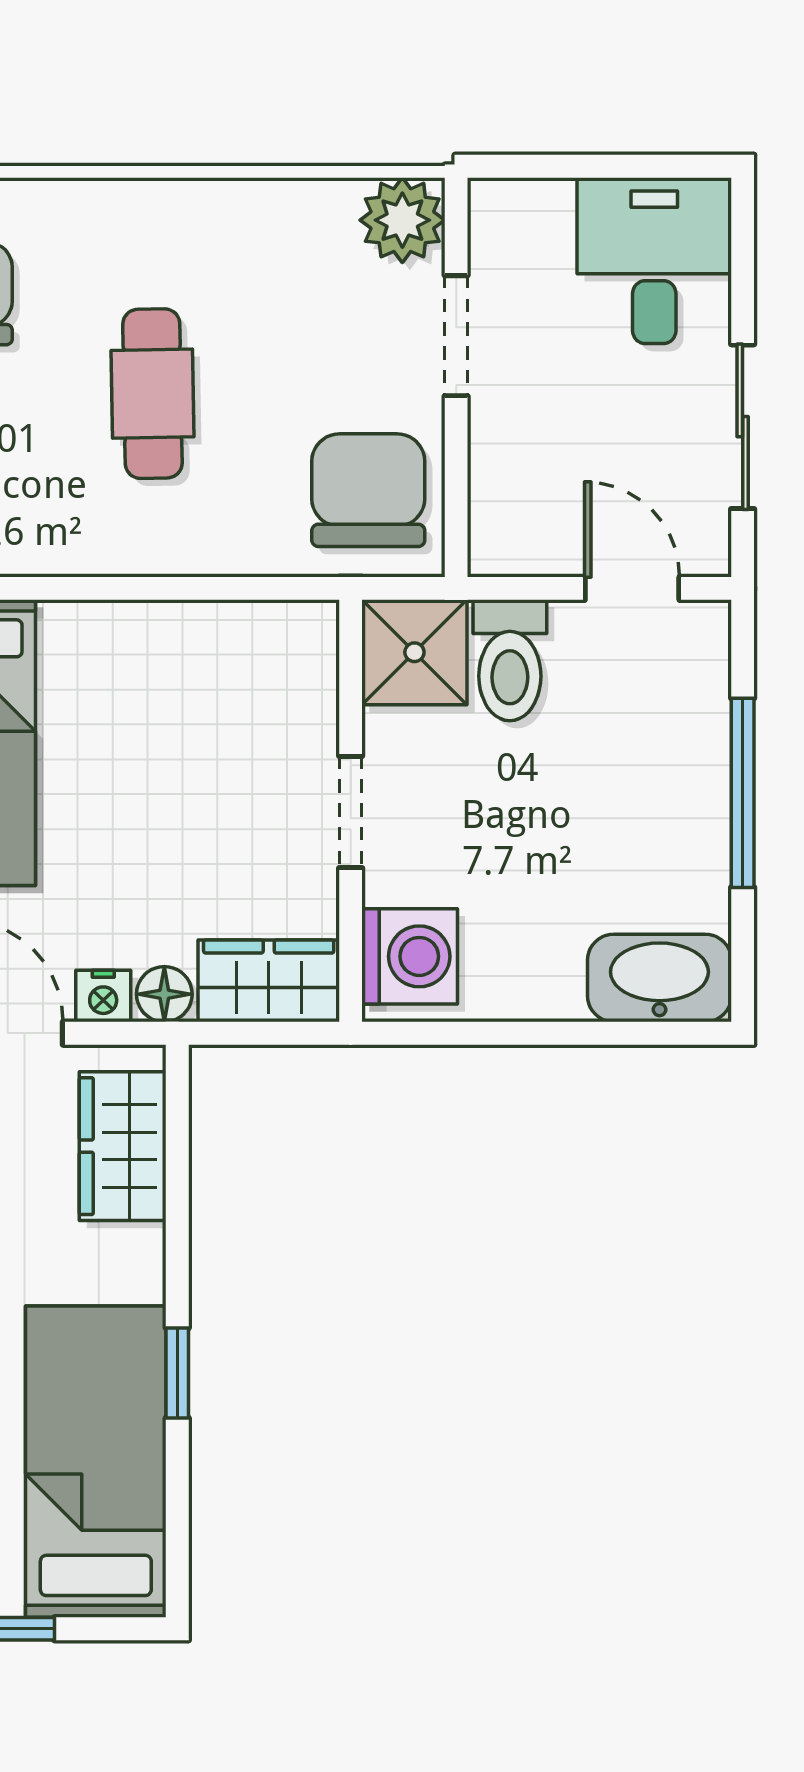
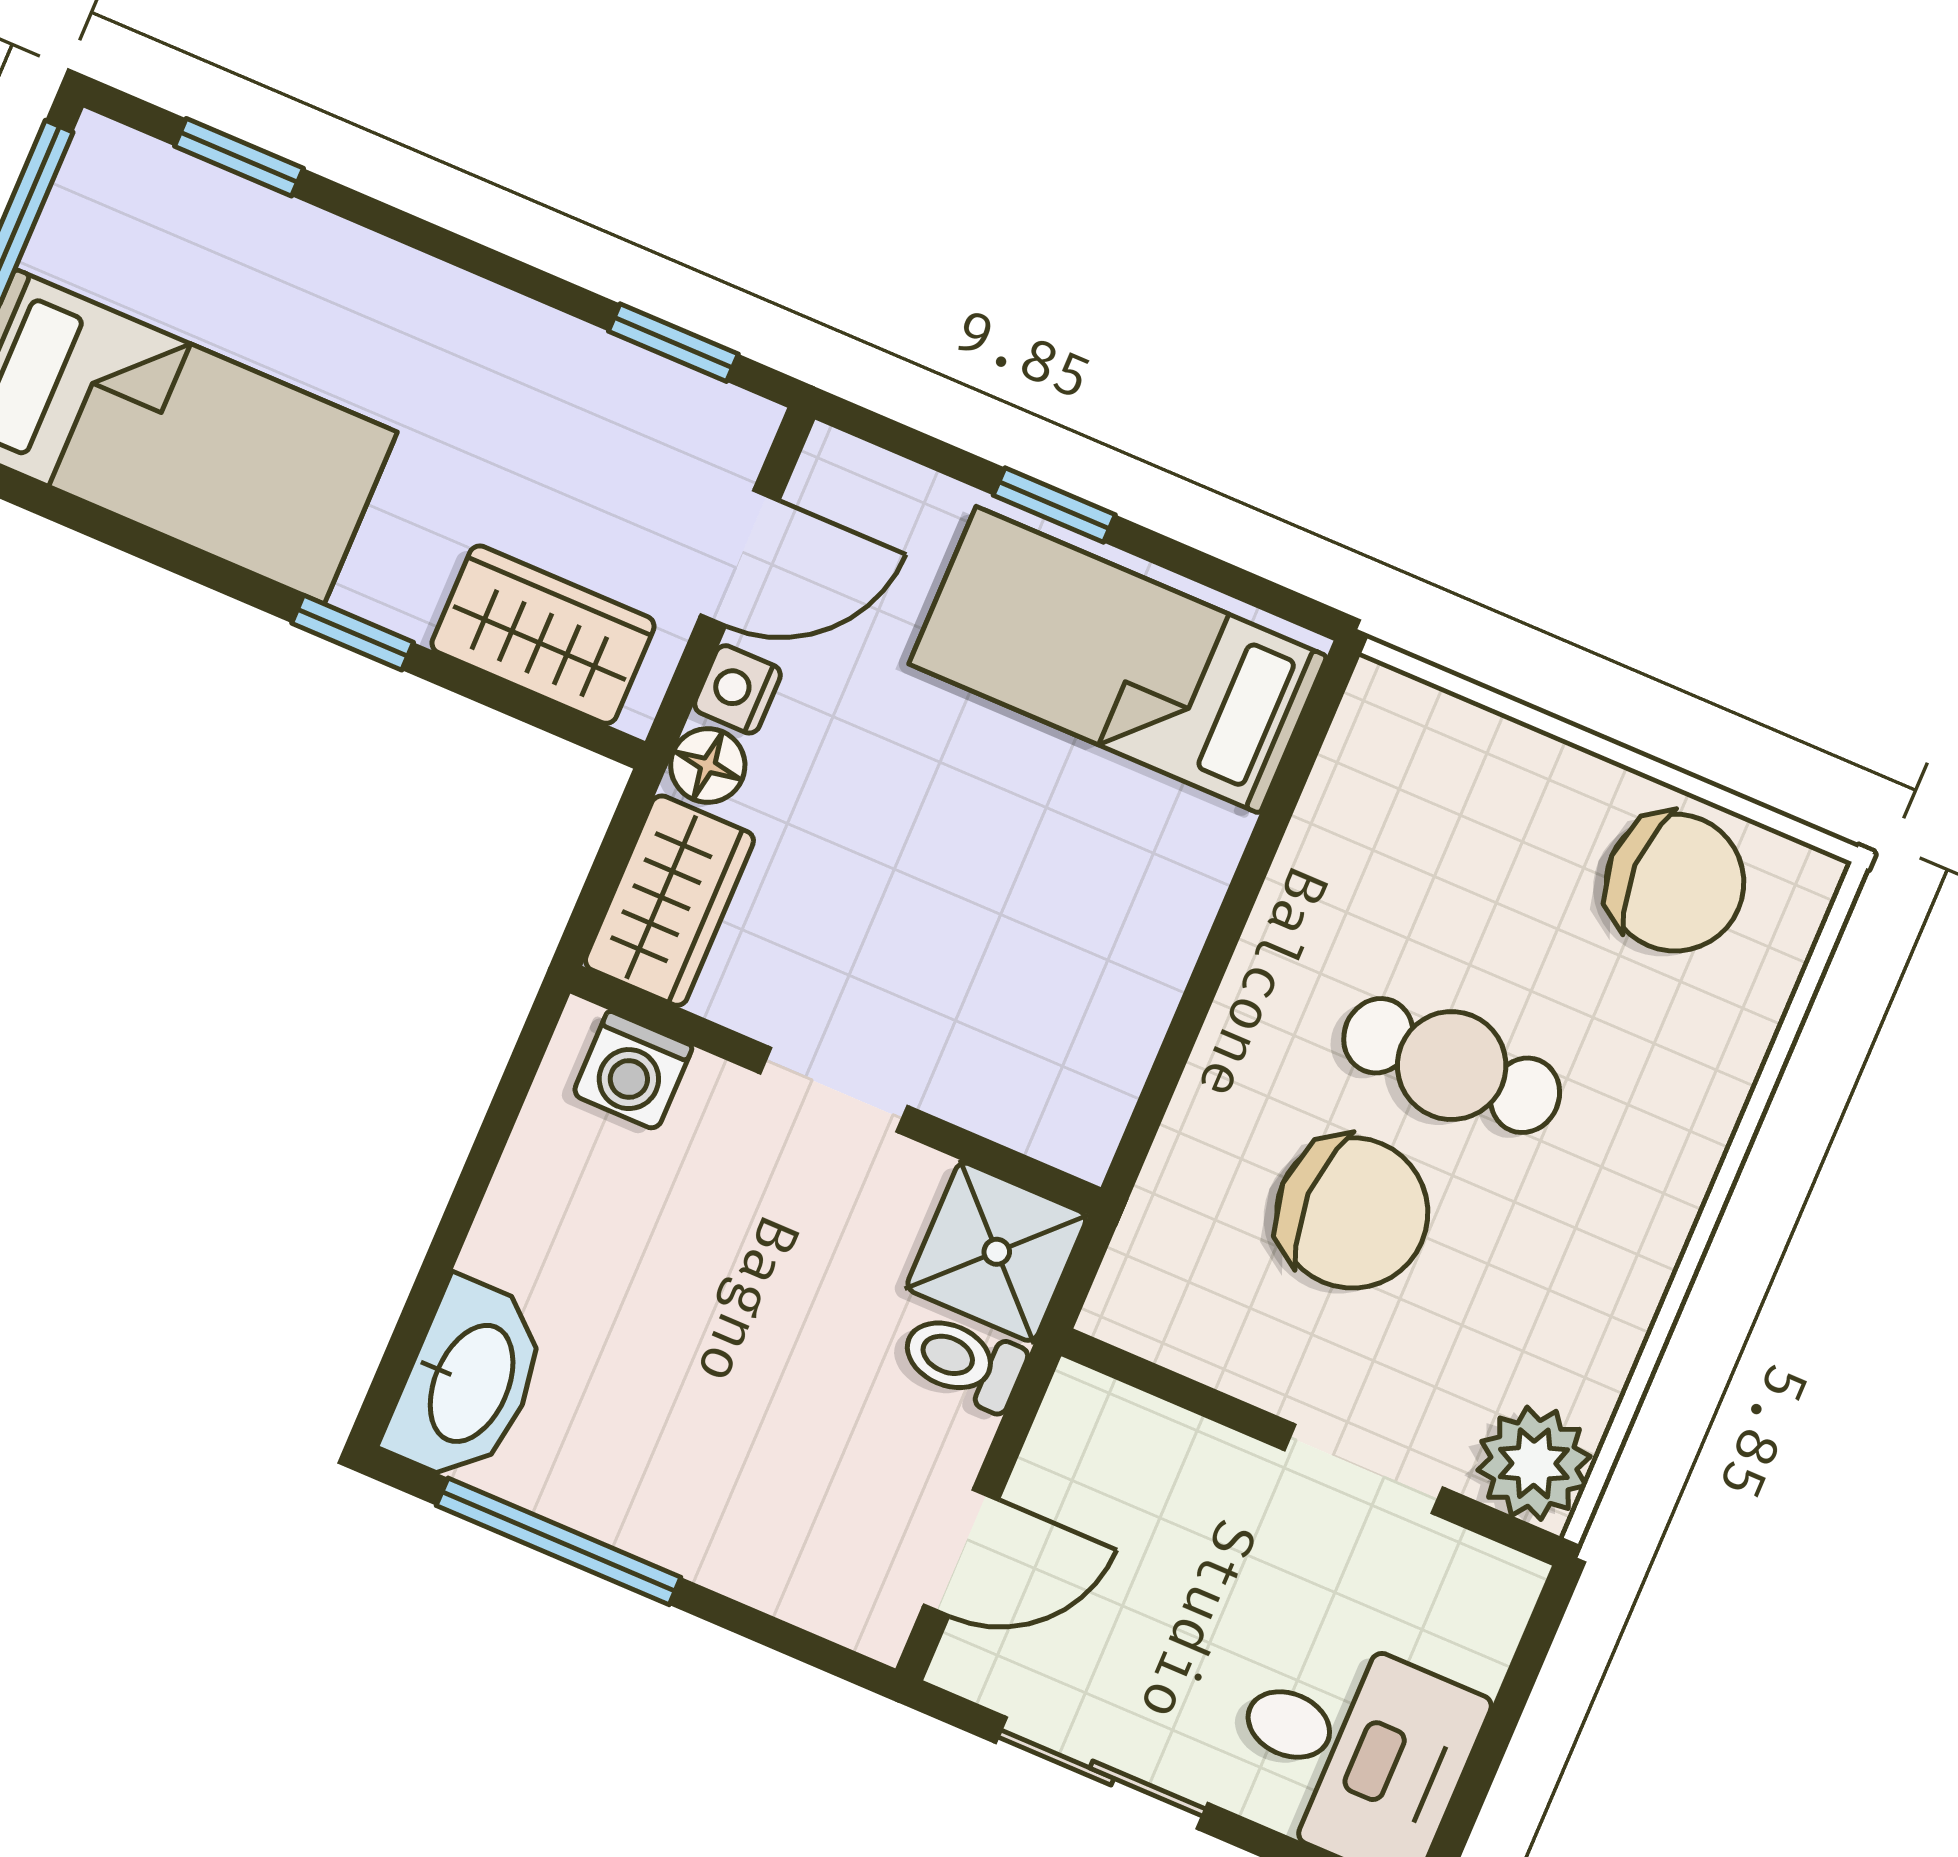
chair: (368, 490) -> (1352, 1213), moved
toilet: (510, 660) -> (963, 1361), width x0.73, depth x0.72
window: (743, 793) -> (559, 1541), moved
washing machine: (410, 956) -> (633, 1071), width x0.73, depth x0.73
window: (177, 1373) -> (353, 633), moved

